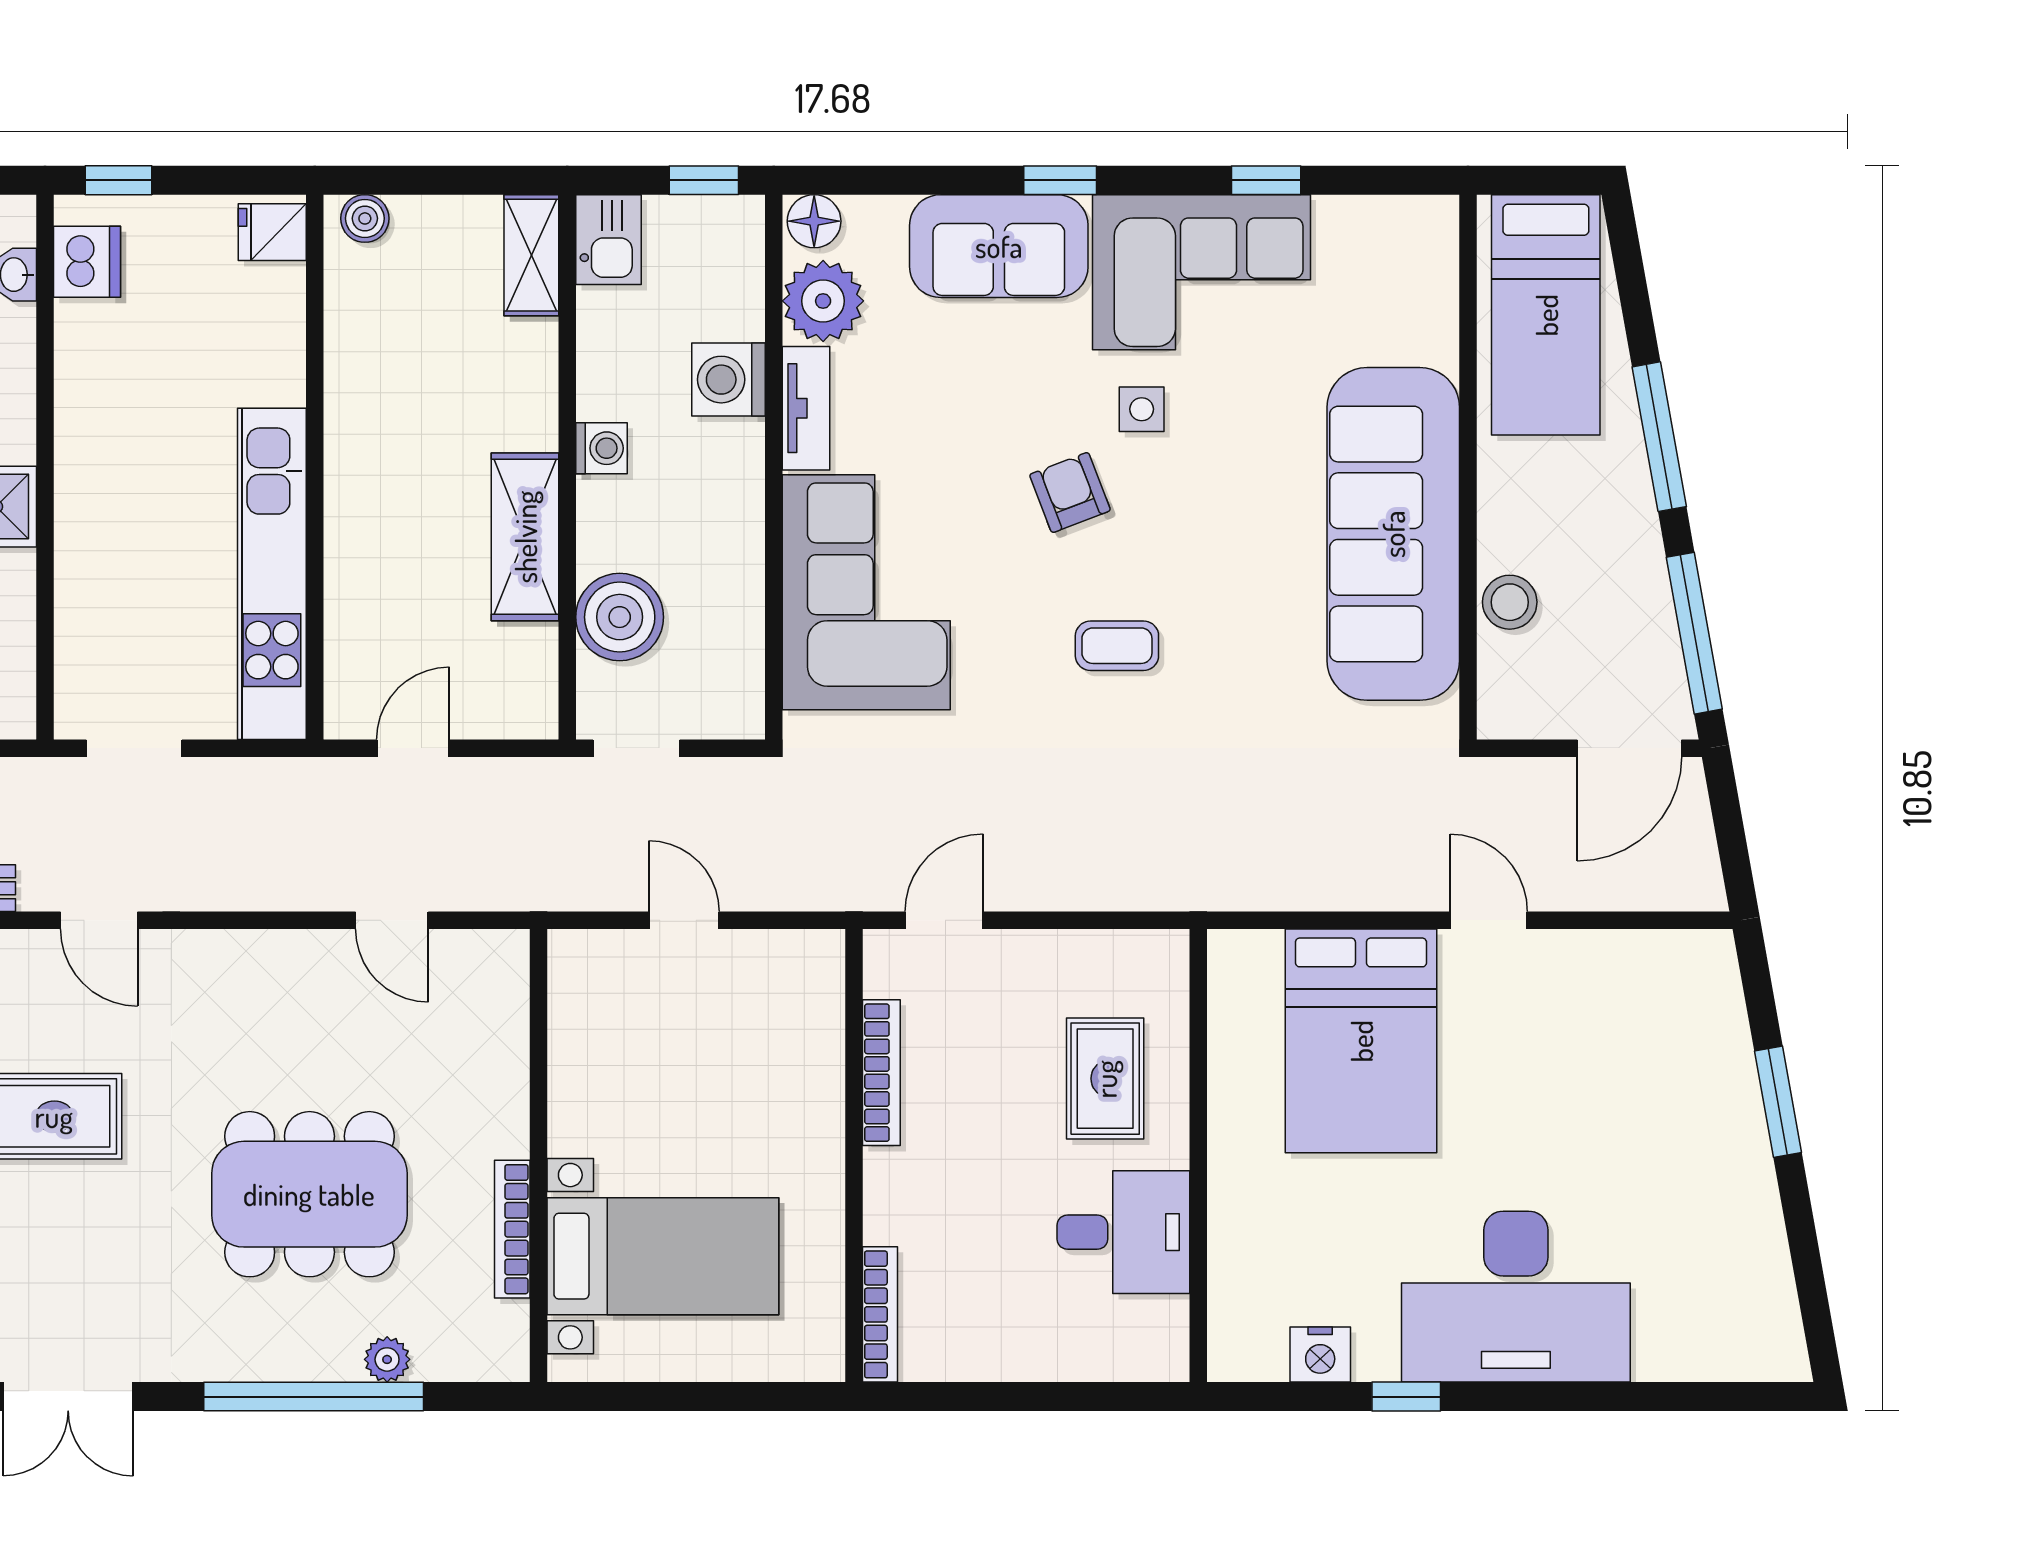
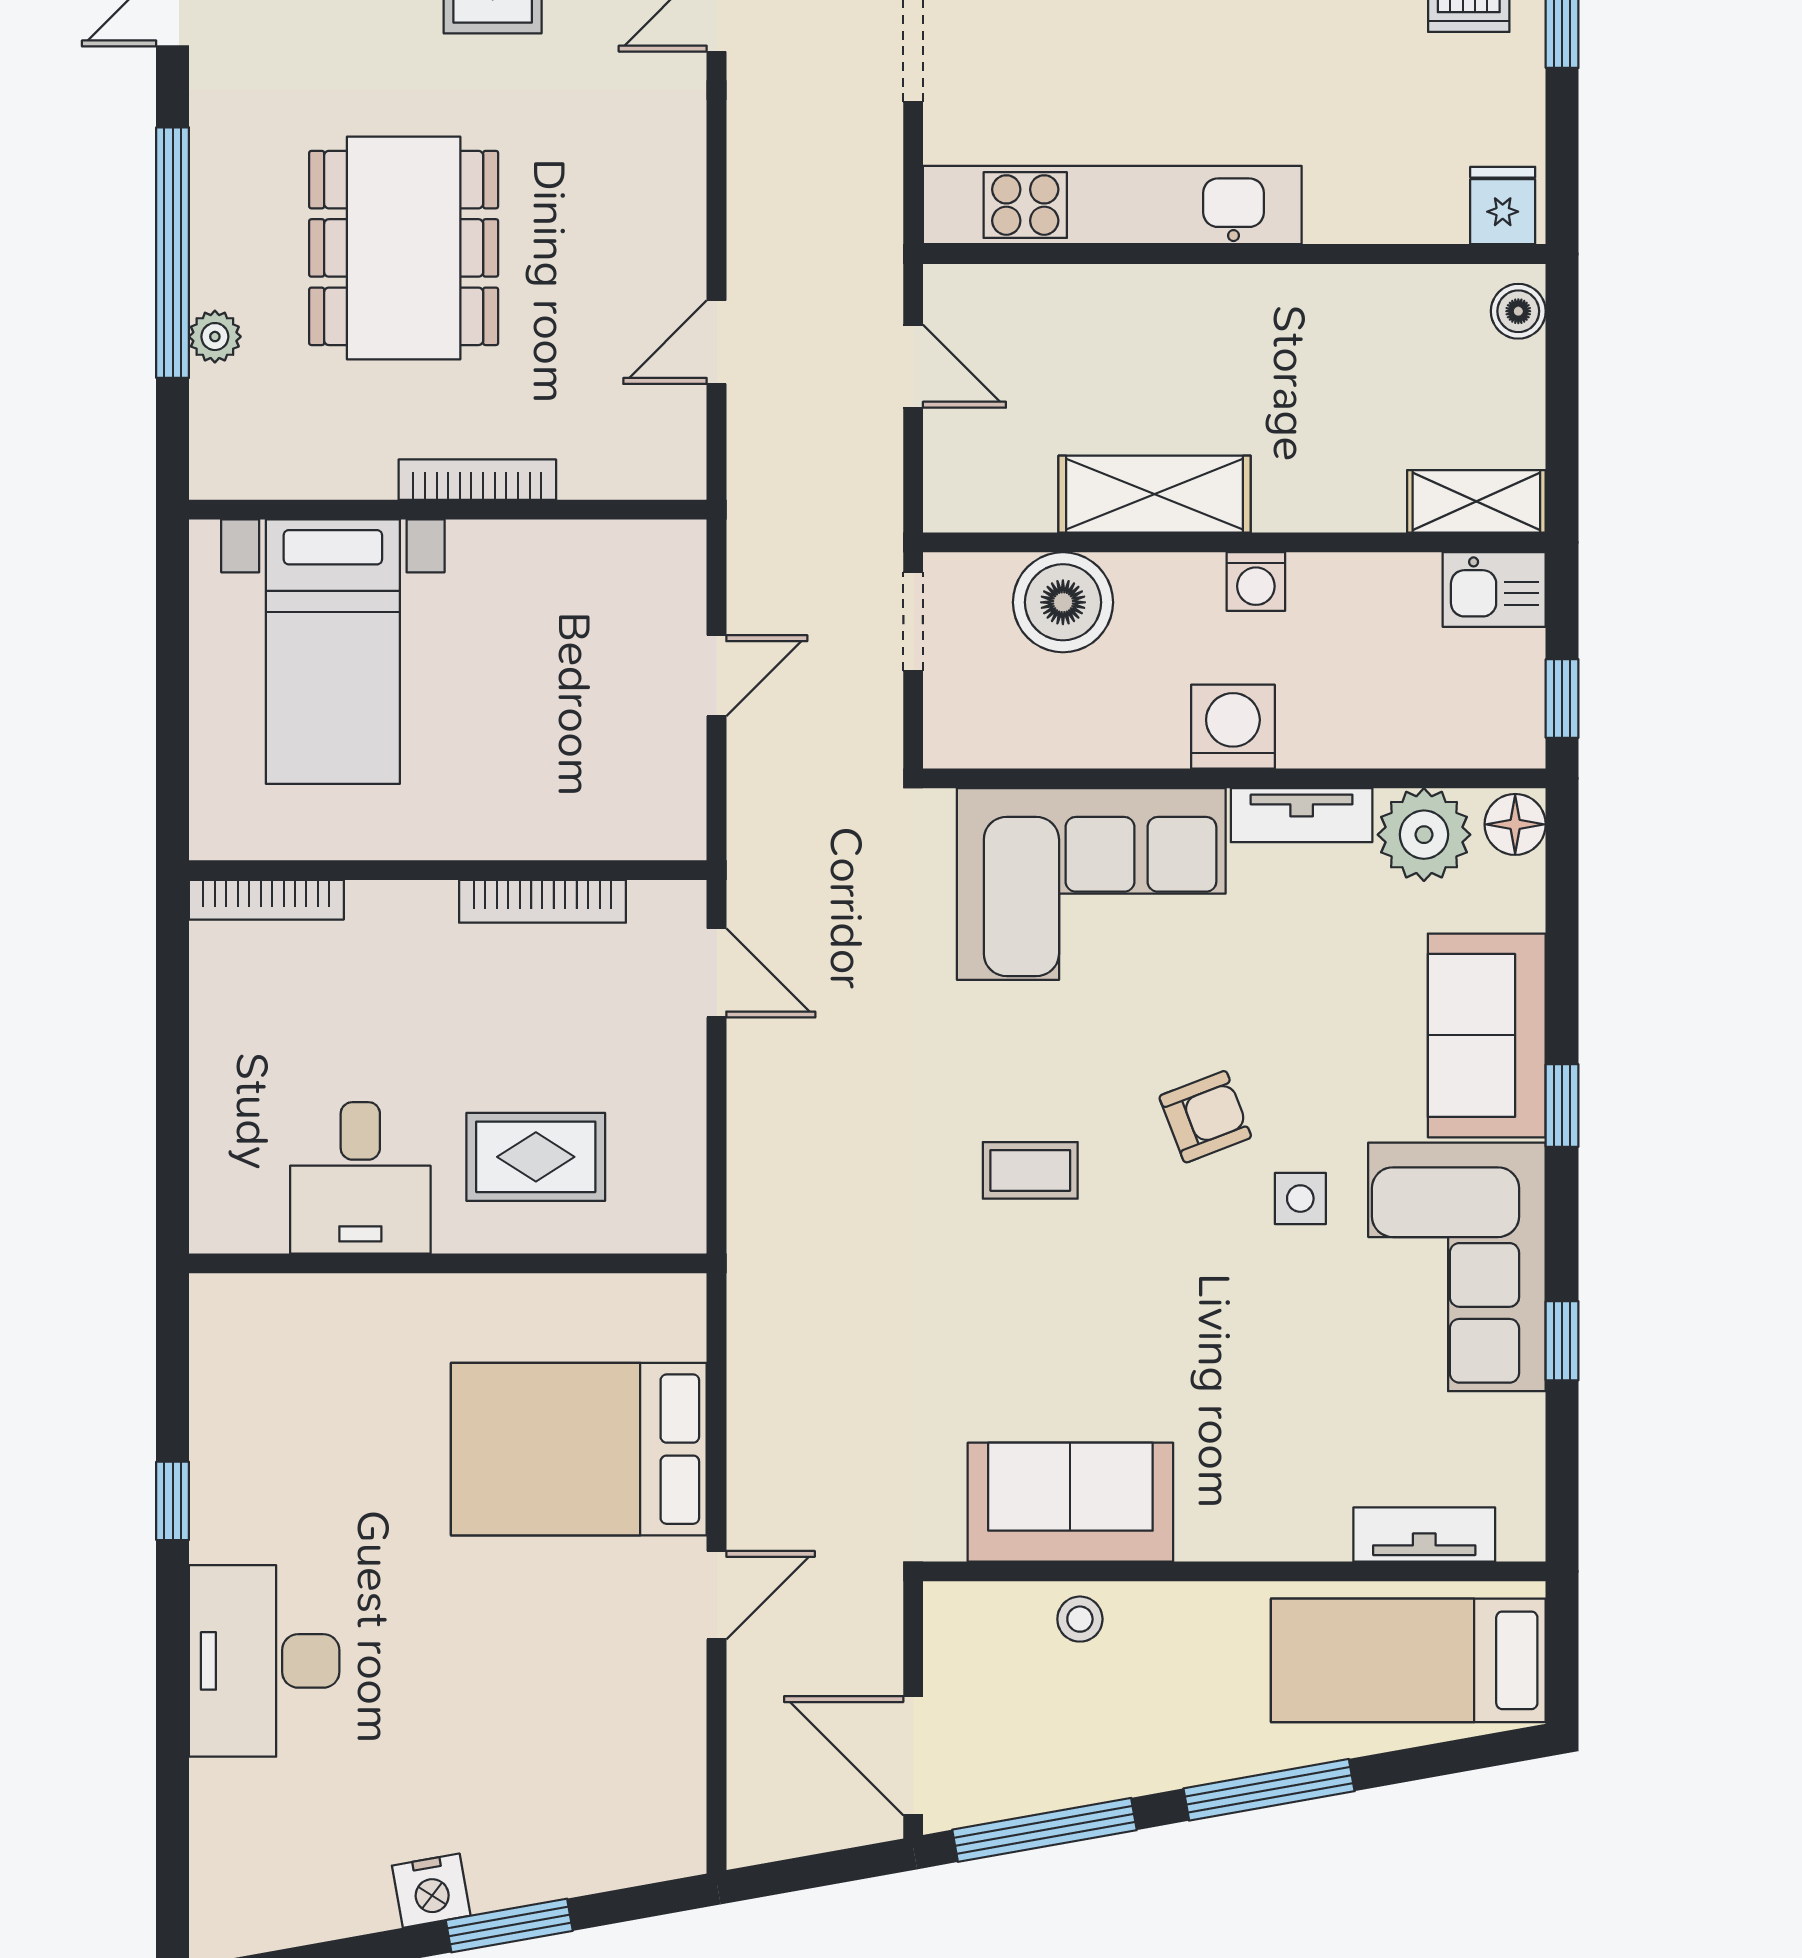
tv unit: (1436, 301) -> (1424, 1534), added
washing machine: (729, 380) -> (1233, 727), moved
sofa: (1393, 534) -> (1070, 1502), width x0.54, depth x0.79
stool: (1510, 602) -> (1080, 1619), width x0.73, depth x0.73
coffee table: (1117, 646) -> (1030, 1170), turned 90
bookcase: (512, 1229) -> (477, 480), moved
desk: (1516, 1297) -> (264, 1661), width x0.73, depth x0.77
nightstand: (1320, 1354) -> (431, 1891), moved, turned -100

